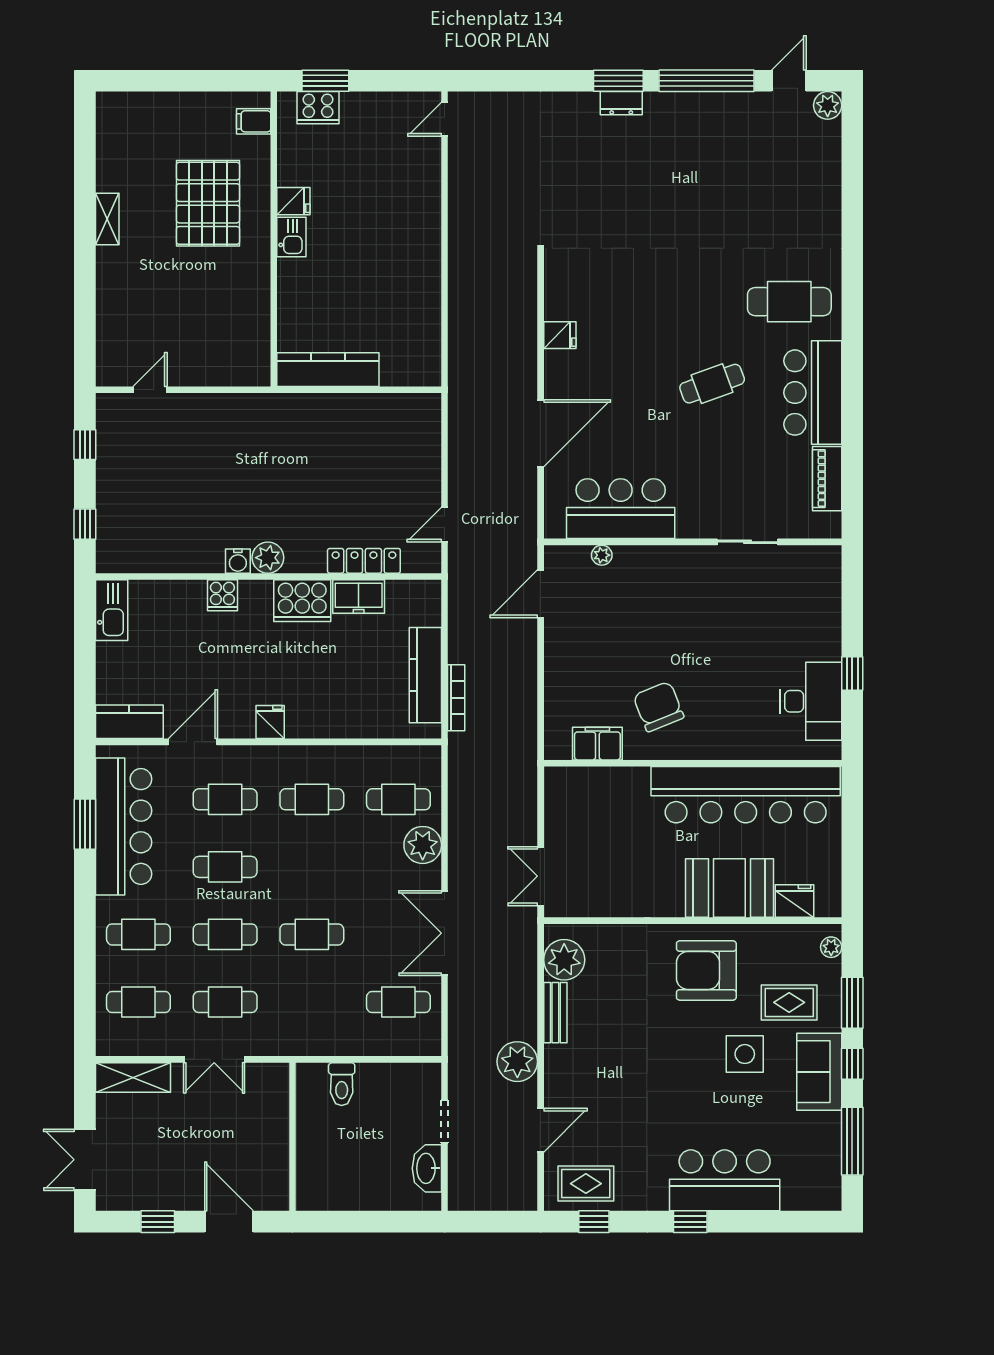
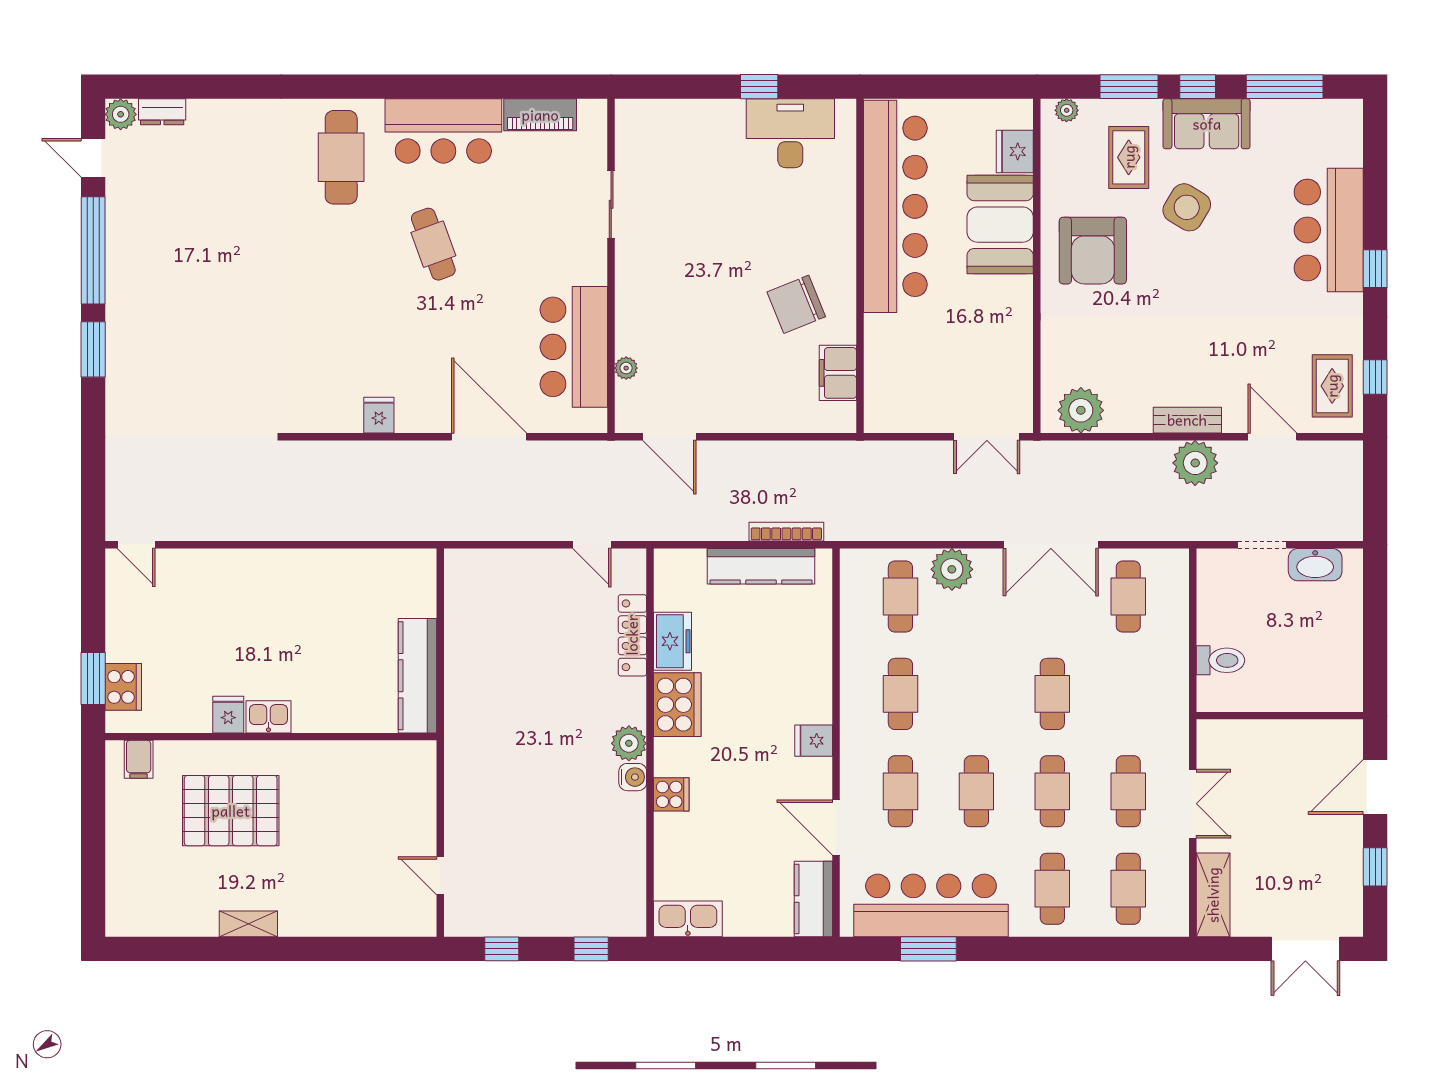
dresser: (621, 103) -> (162, 112), moved, turned 90
bench: (555, 1013) -> (1187, 420), moved
side table: (745, 1054) -> (1187, 207), turned 31

